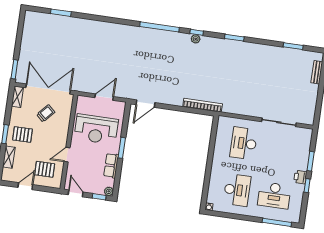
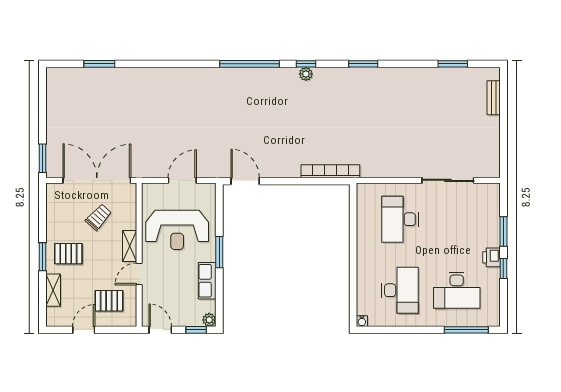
shelving: (17, 97) -> (130, 246), moved
door: (146, 104) -> (245, 181), swing flipped

